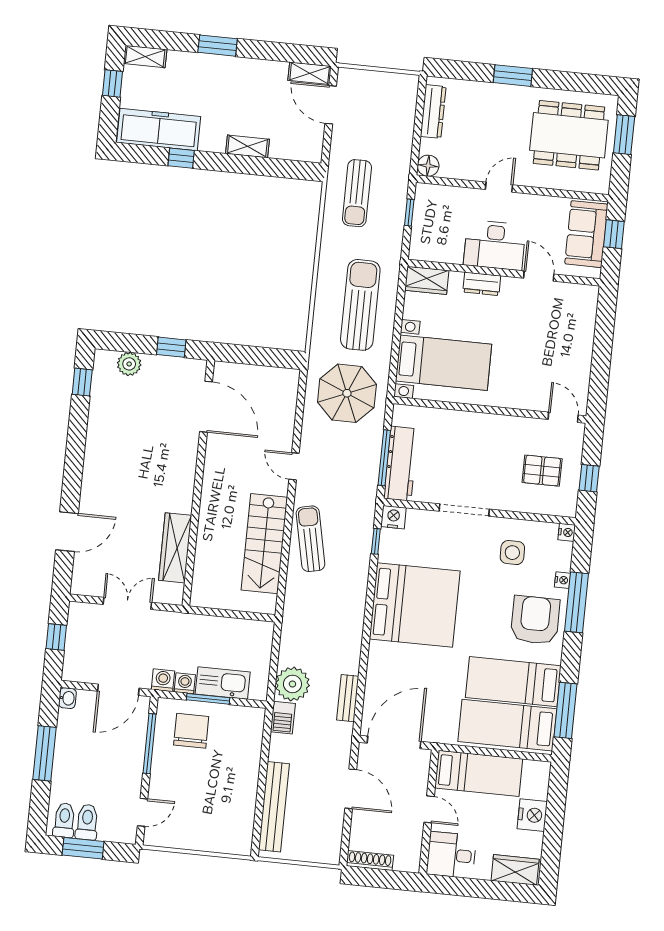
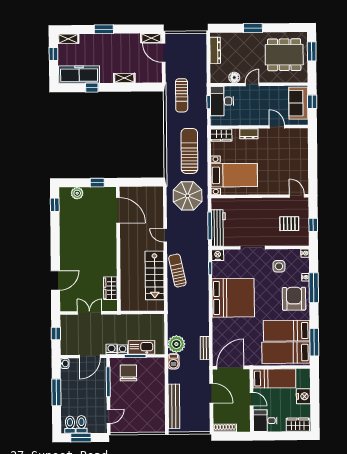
floor lamp: (428, 166) -> (234, 78), moved
desk: (495, 245) -> (222, 101), moved, turned 90
wardrobe: (175, 548) -> (110, 288), width x0.67

